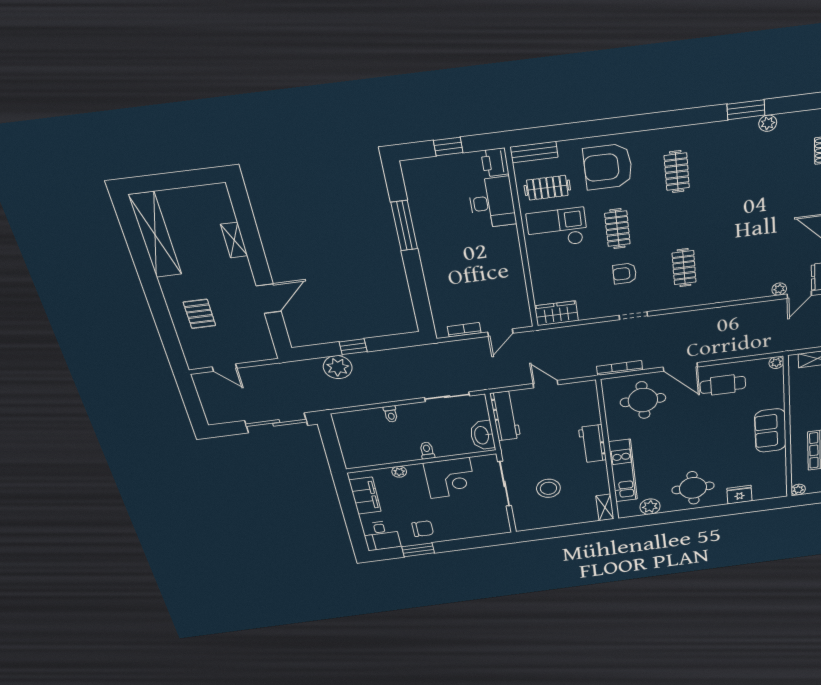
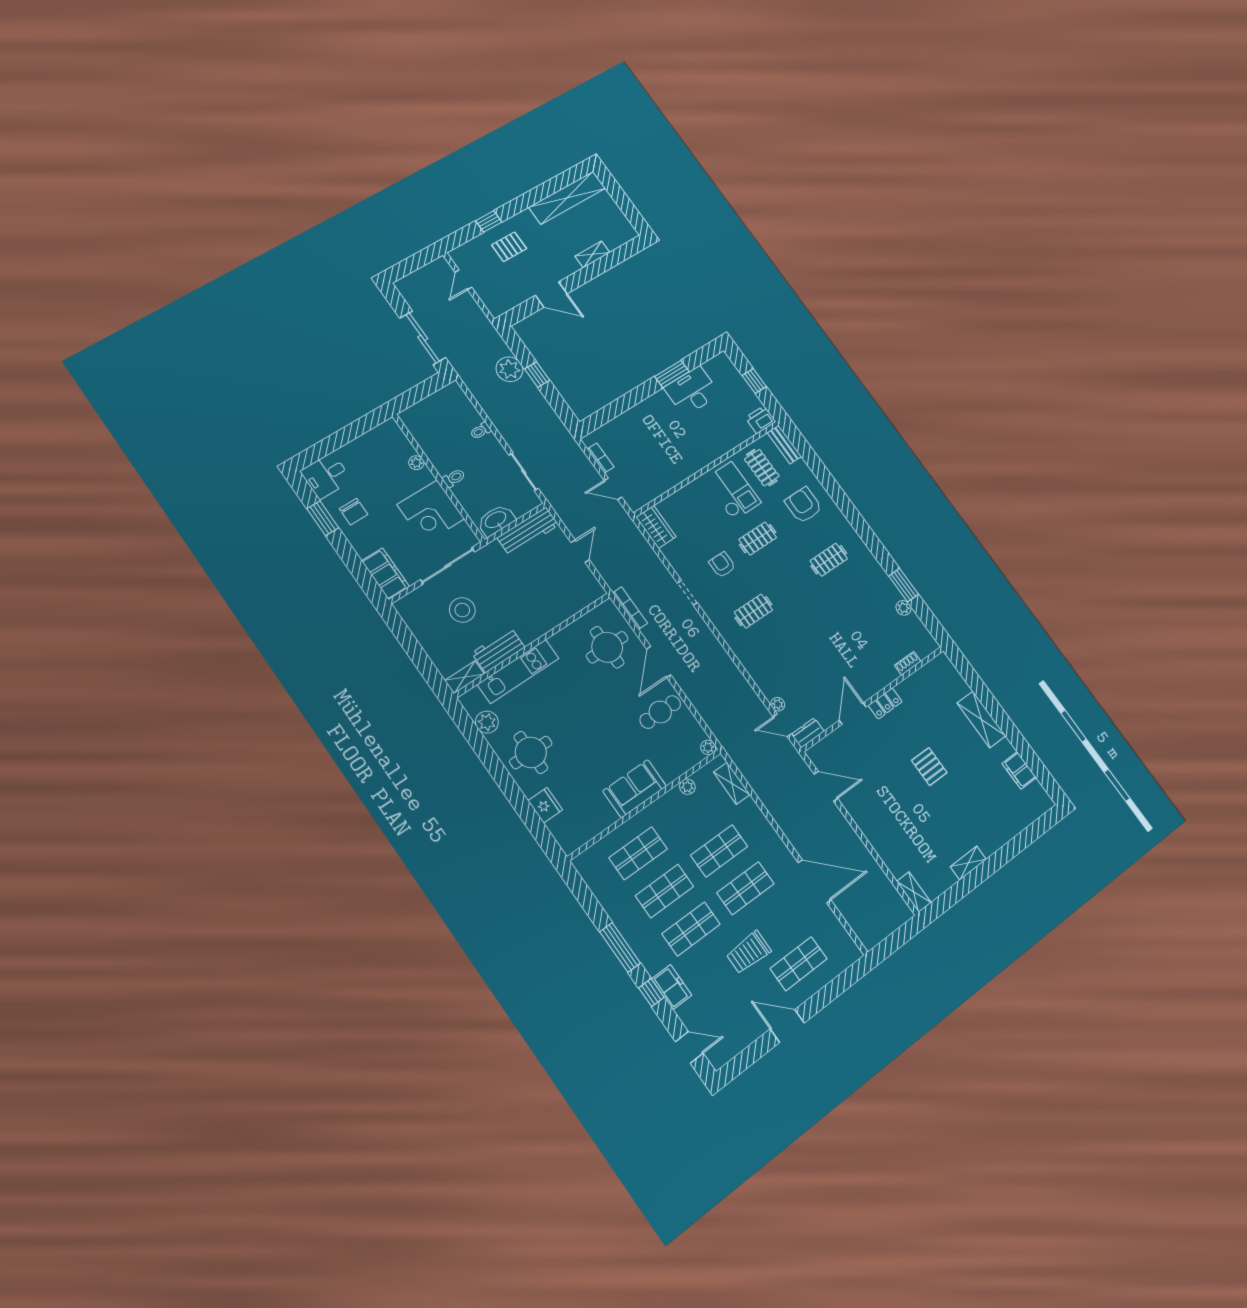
armchair: (608, 167) -> (803, 505), width x0.73, depth x0.73
desk: (492, 203) -> (692, 391), moved, turned 180
window: (404, 226) -> (672, 374), width x0.69
window: (163, 320) -> (489, 221), added
cafe table: (723, 385) -> (660, 712), turned 90
workbench: (592, 444) -> (498, 650), moved
plant: (798, 490) -> (687, 787), moved
filing cabinet: (365, 496) -> (386, 574), moved, turned -90

